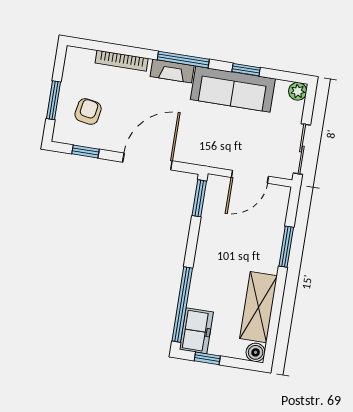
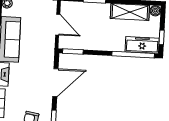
door: (147, 161) -> (55, 83), swing flipped
freezer: (196, 331) -> (142, 45), width x1.40

